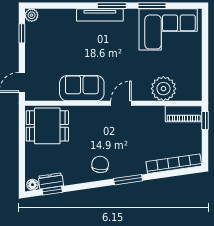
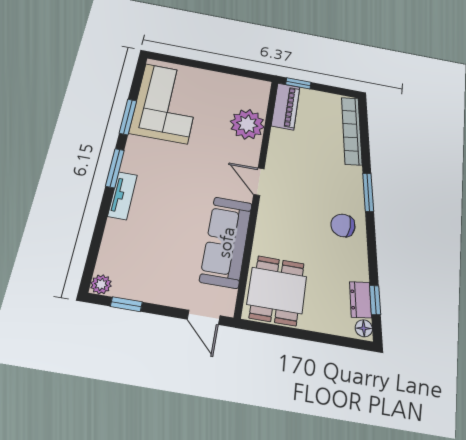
tv unit: (100, 15) -> (122, 196), width x0.71
sofa: (82, 88) -> (226, 242), width x1.36

